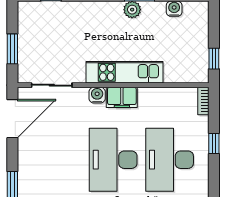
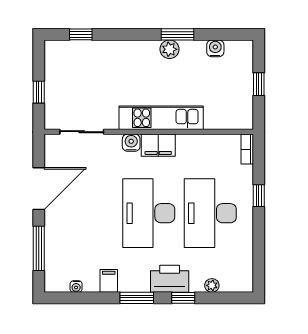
window: (12, 49) -> (39, 92), width x0.67
window: (214, 59) -> (259, 84), moved
door: (12, 119) -> (39, 189), moved

